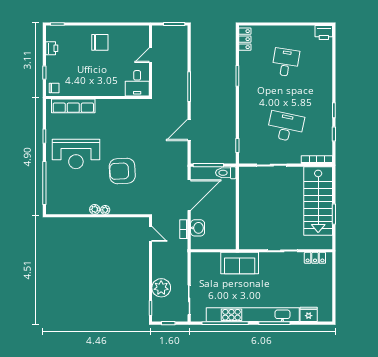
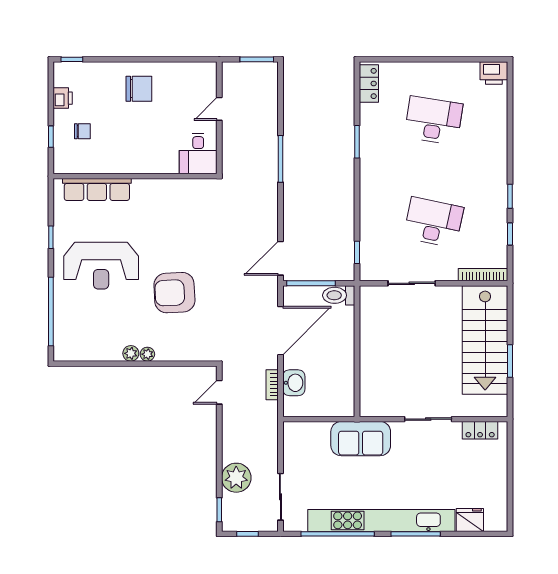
desk: (286, 62) -> (434, 120), width x1.37
chair: (54, 88) -> (82, 131), moved
door: (189, 130) -> (280, 258), moved
door: (150, 234) -> (219, 392), swing flipped

